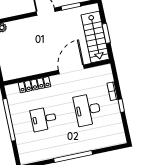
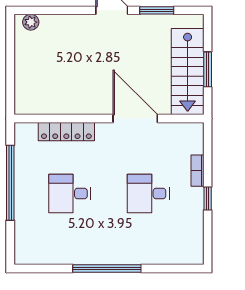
door: (71, 69) -> (135, 119), hinge flipped
desk: (87, 110) -> (148, 194), width x0.73

